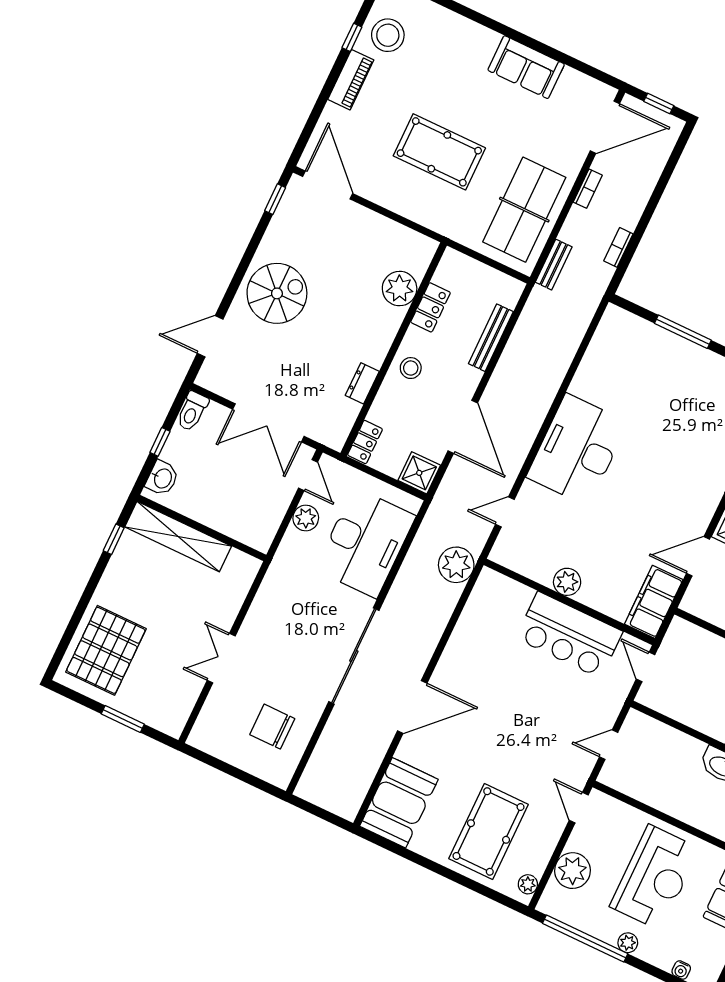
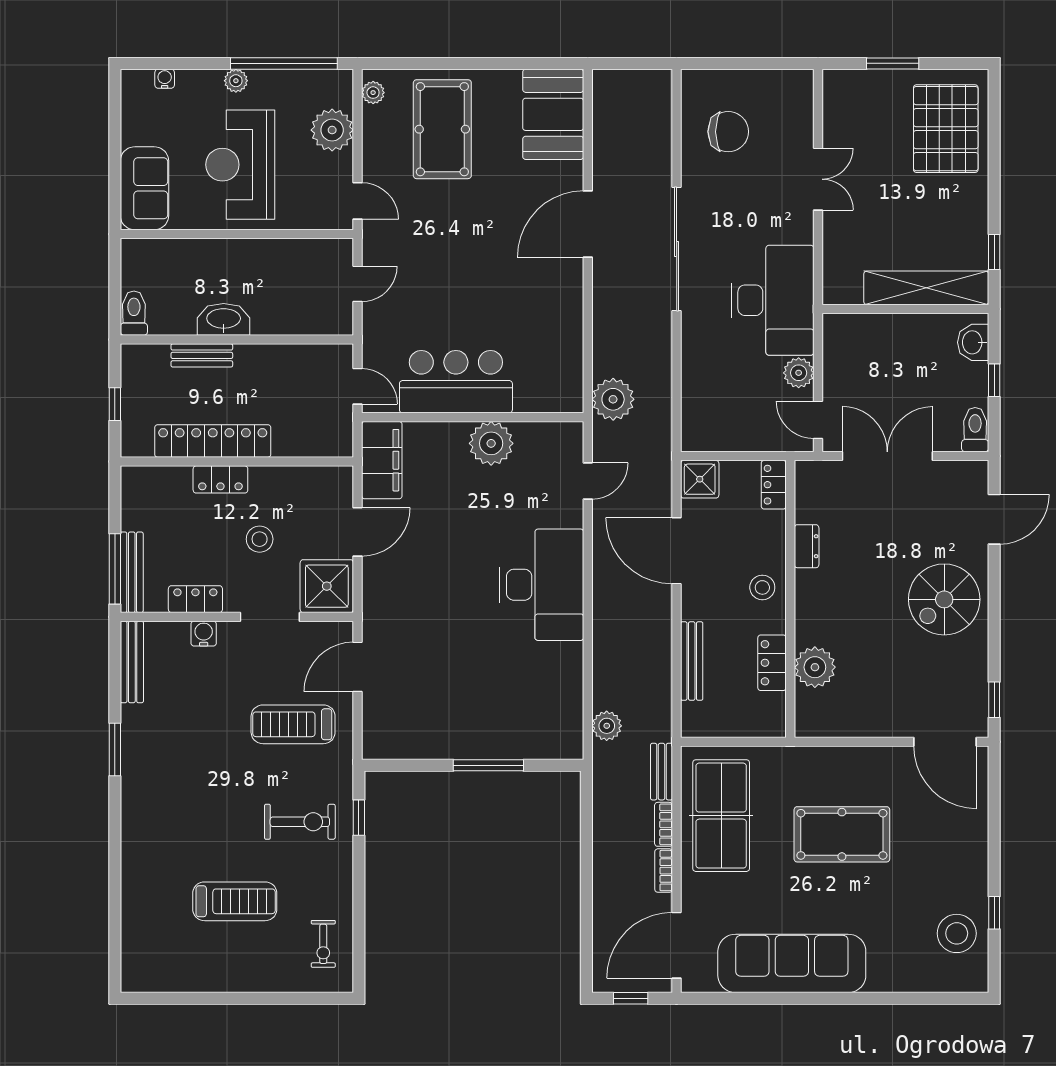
sofa: (526, 67) -> (792, 963), width x1.85, depth x1.27
piano: (351, 80) -> (974, 867), removed
bookcase: (618, 247) -> (664, 824), moved, turned 180
plant: (579, 319) -> (607, 726), added
desk: (365, 543) -> (773, 300), moved, turned 180
plant: (567, 582) -> (491, 443), width x1.36, depth x1.36

